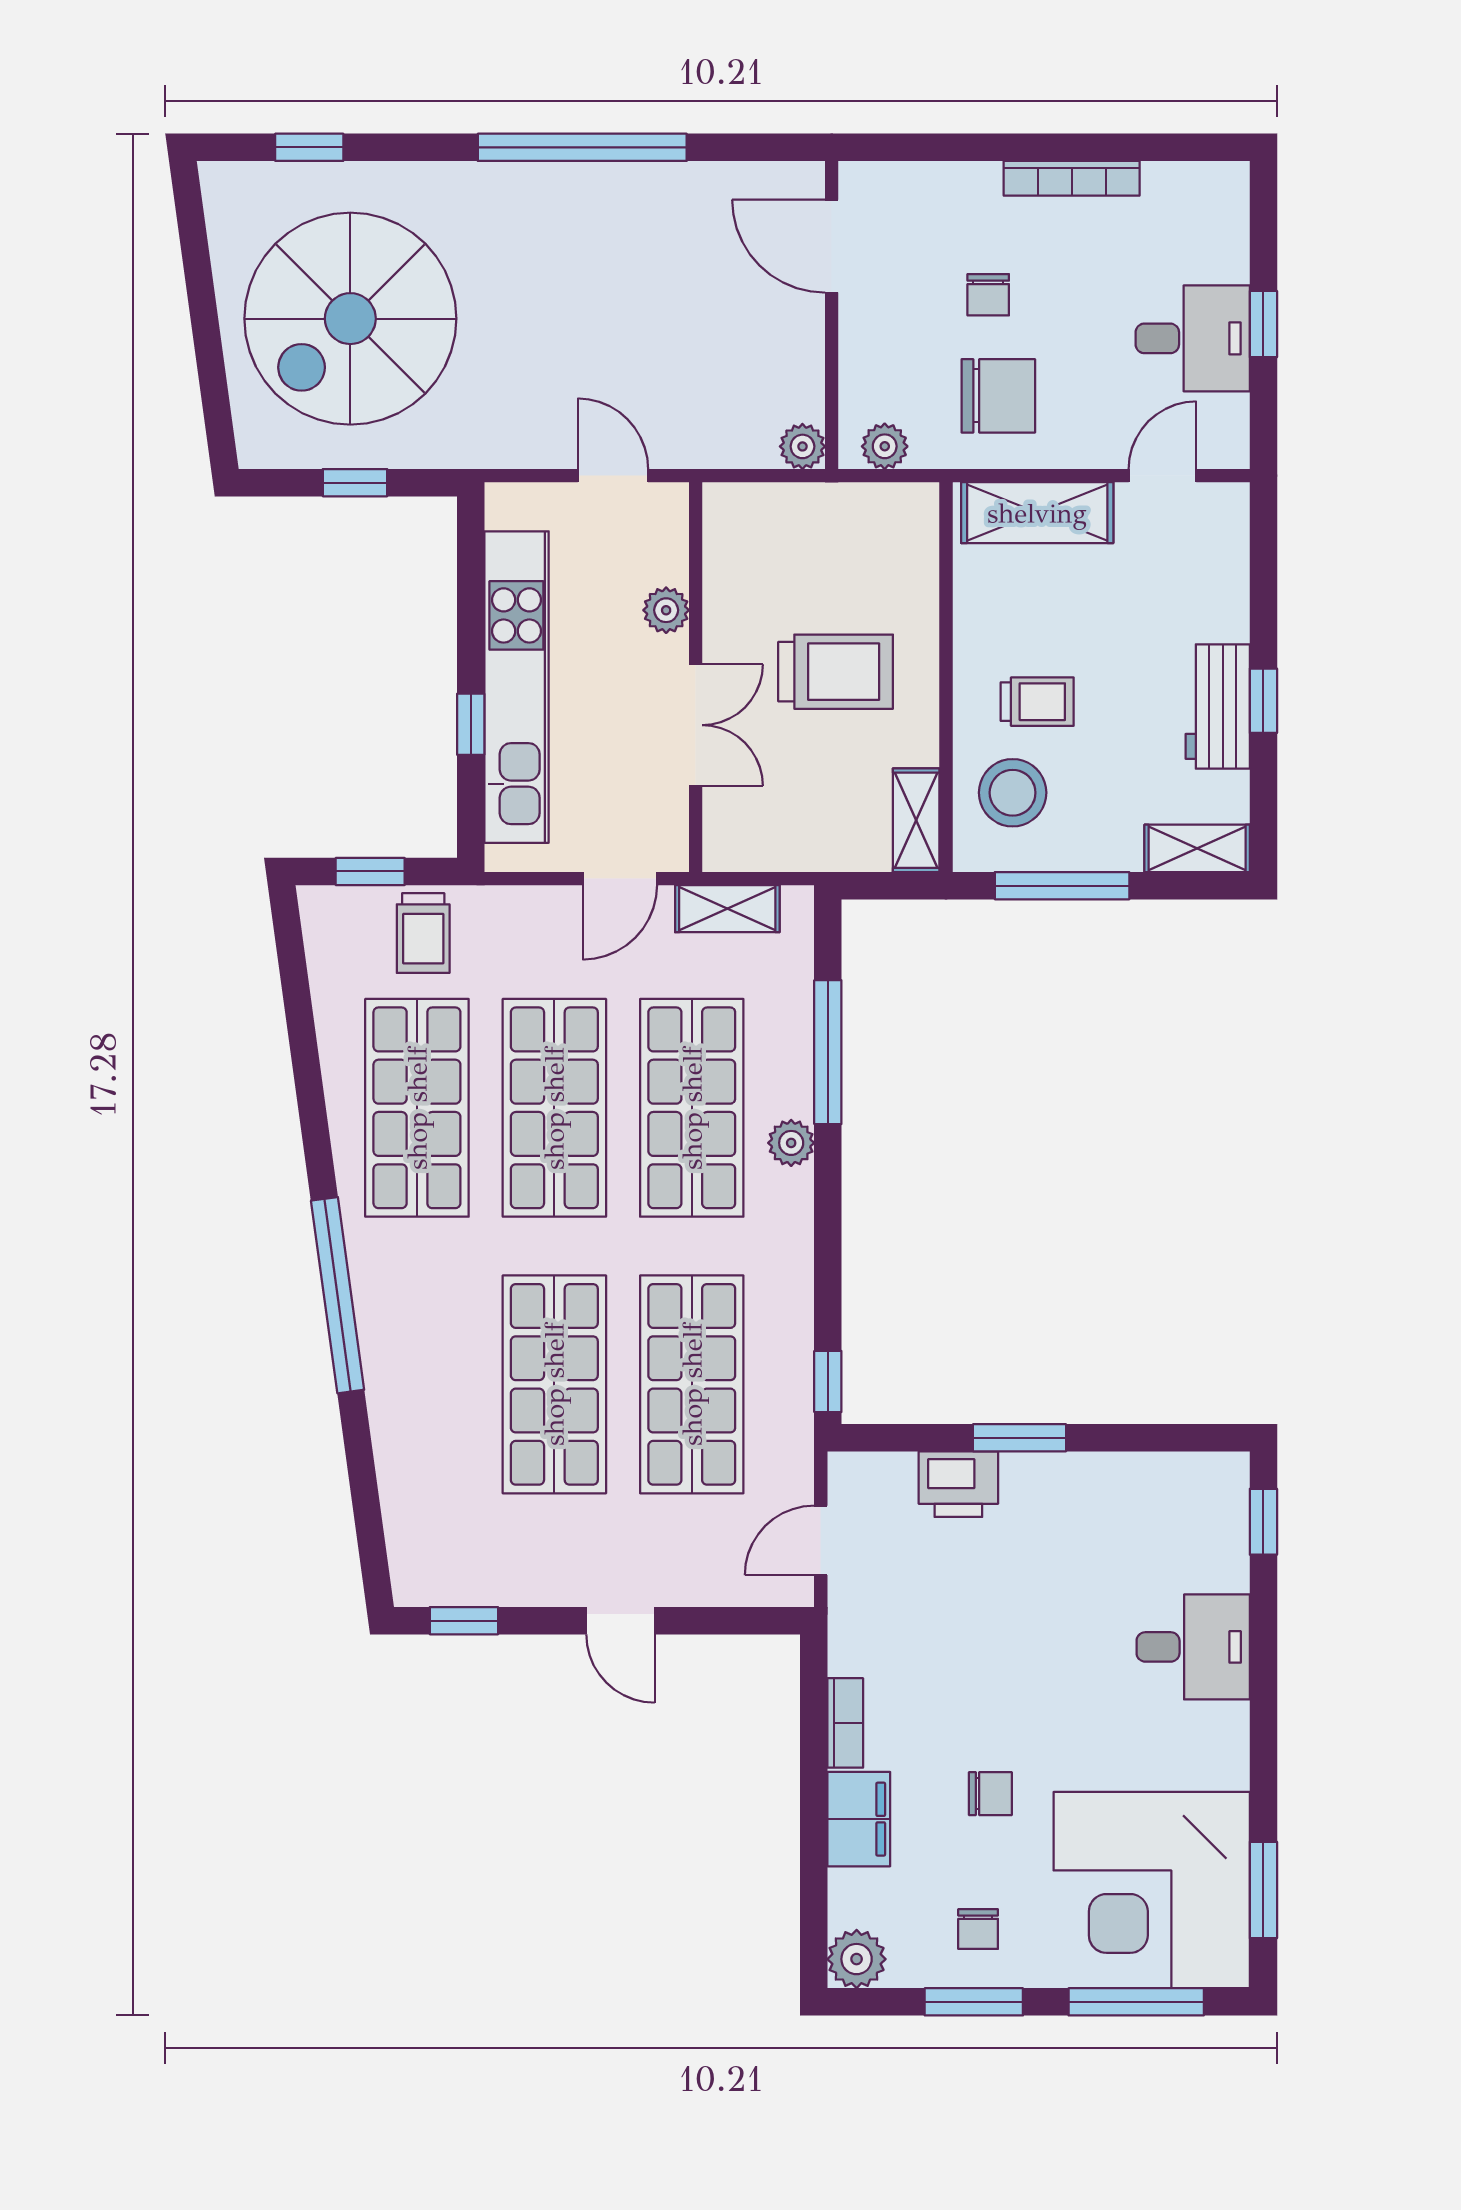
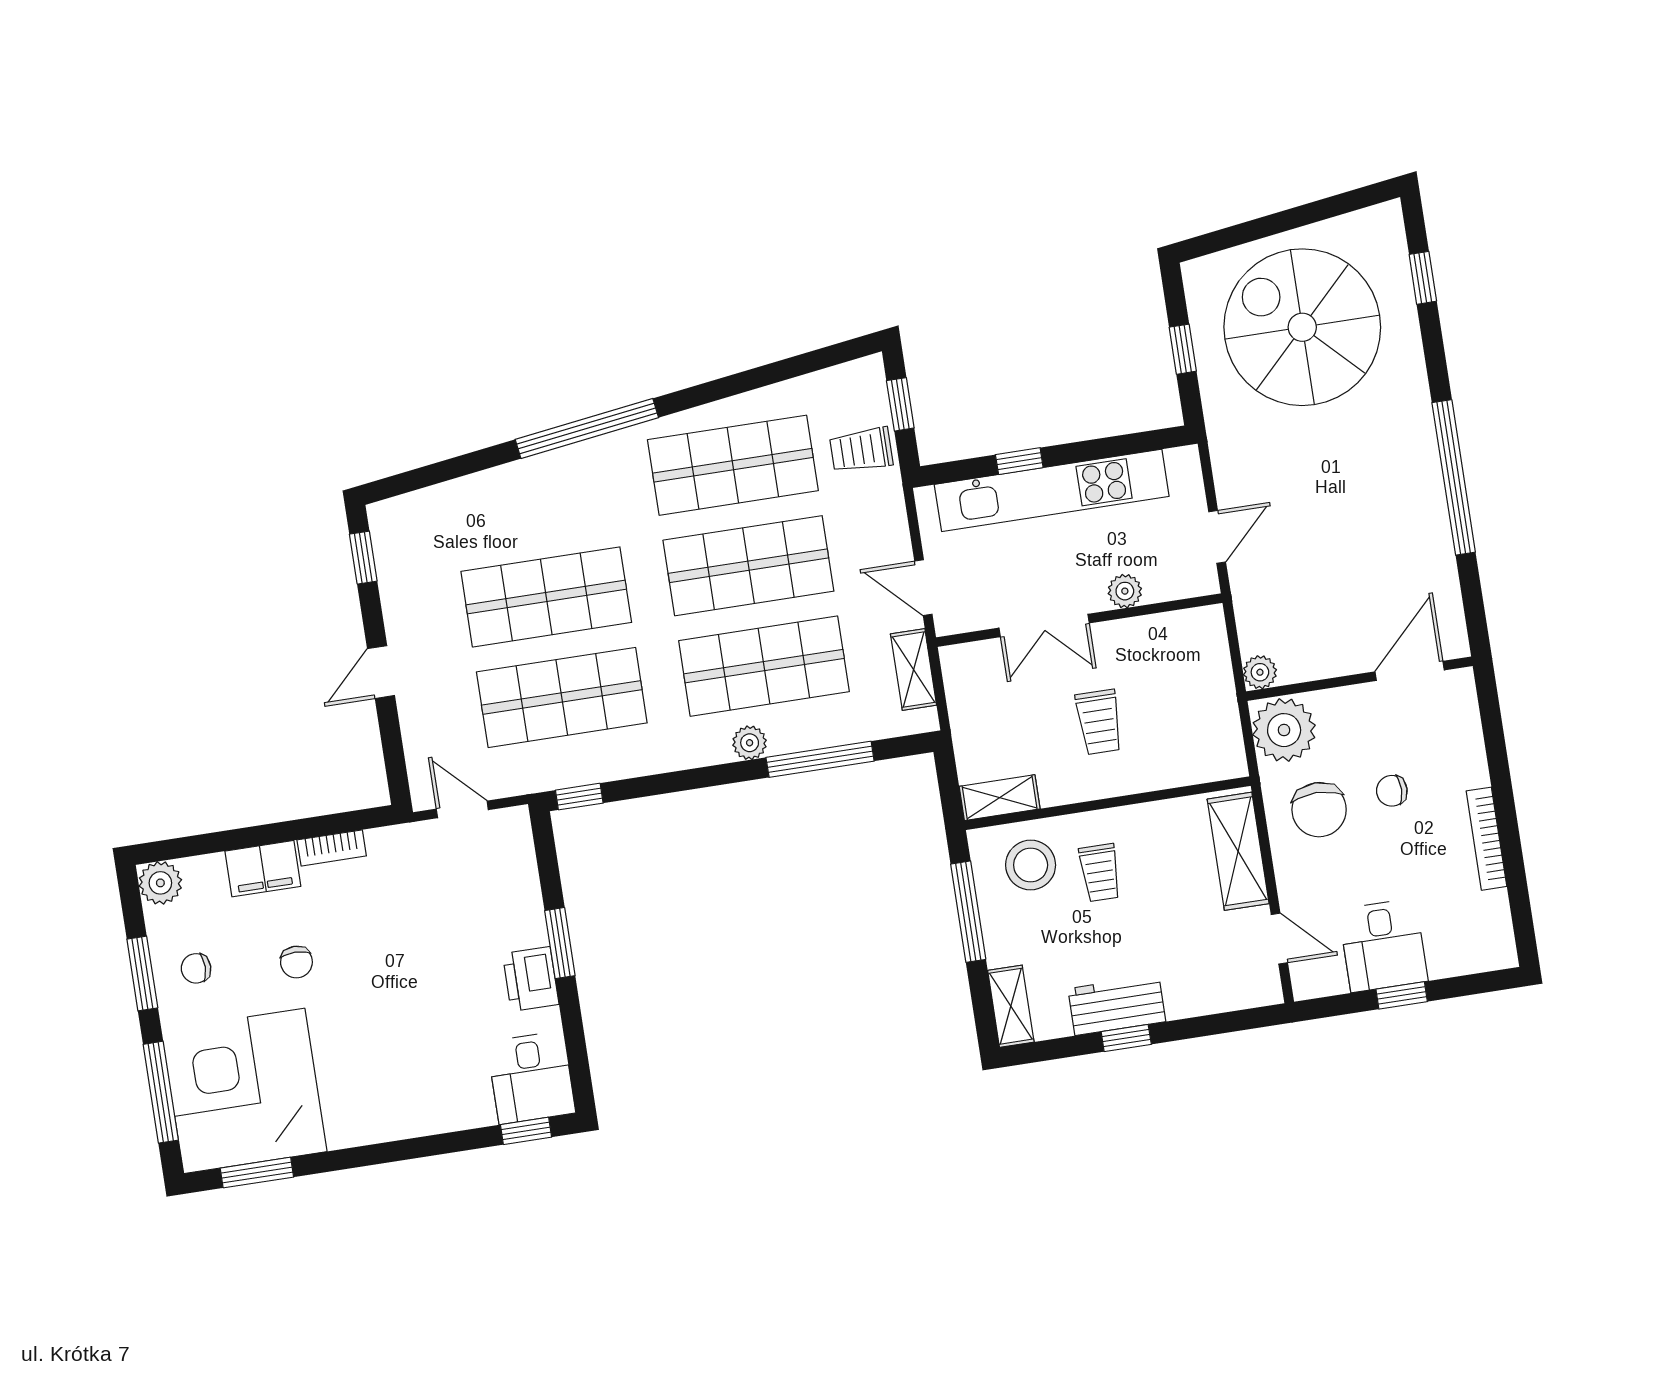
plant: (885, 446) -> (1284, 730), width x1.88, depth x1.88
trolley: (836, 672) -> (1099, 722), width x0.73, depth x0.72
printer: (958, 1484) -> (531, 979), moved
desk: (1193, 1647) -> (531, 1077), moved

